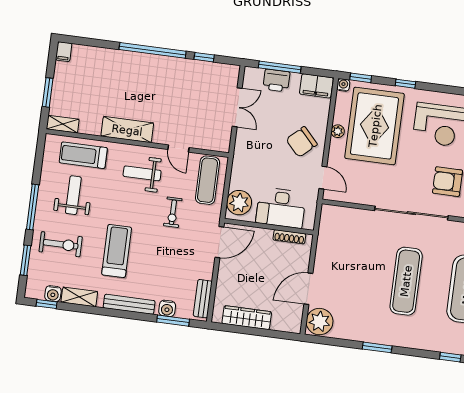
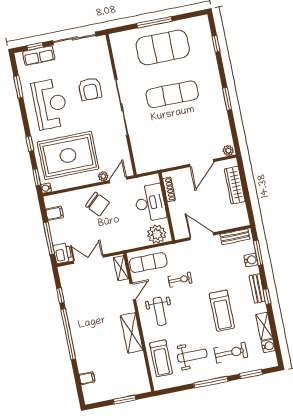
filing cabinet: (64, 52) -> (87, 378), moved
printer: (276, 80) -> (63, 253), moved
filing cabinet: (316, 86) -> (55, 213), width x0.50
shelving: (63, 124) -> (121, 268), moved
plant: (338, 131) -> (103, 176), moved
weight bench: (73, 195) -> (192, 356), turned 180
door: (219, 242) -> (202, 236), moved
exercise bike: (61, 244) -> (231, 353), turned 90
treadmill: (117, 251) -> (222, 311), turned -90
door: (308, 289) -> (202, 163), hinge flipped
window: (47, 304) -> (267, 297), moved
bench: (129, 304) -> (257, 288), width x0.73
wardrobe: (247, 318) -> (235, 185), moved
plant: (320, 322) -> (228, 151), width x0.53, depth x0.53

